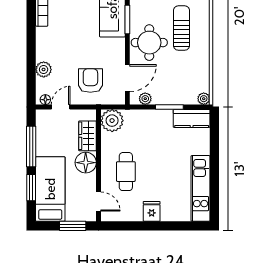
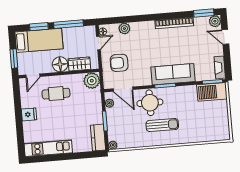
armchair: (90, 81) -> (119, 63), turned 180
door: (61, 107) -> (98, 43), hinge flipped

